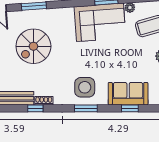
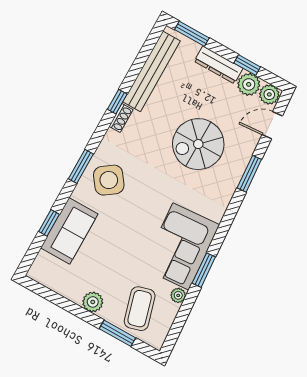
spiral stairs: (33, 46) -> (198, 144), turned -90
side table: (85, 87) -> (109, 180), turned -36

